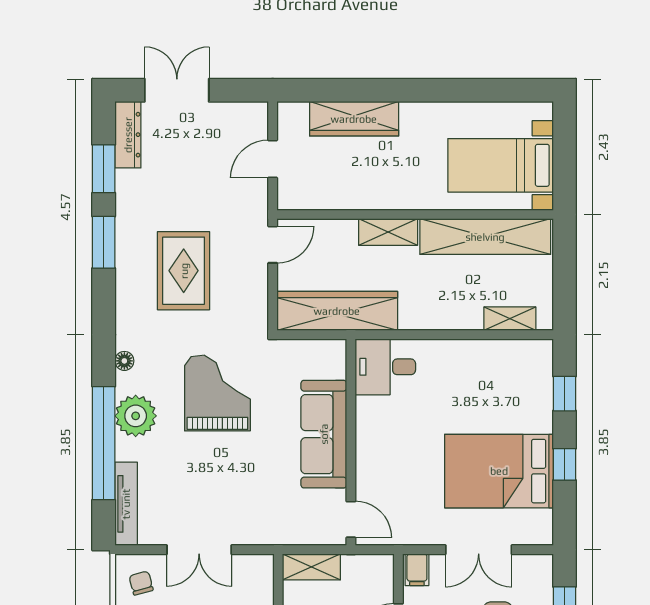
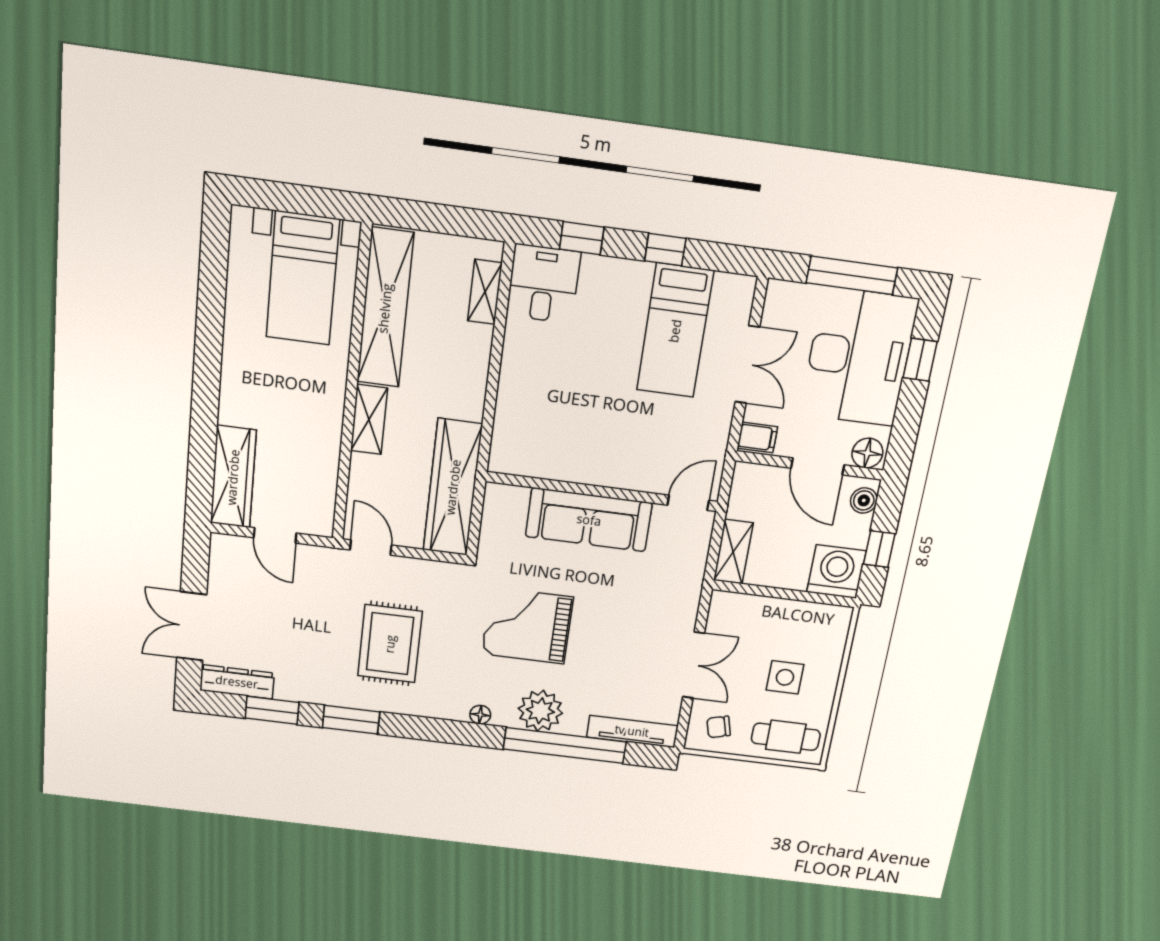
wardrobe: (354, 119) -> (233, 477), moved
rug: (184, 271) -> (390, 644), turned 90
desk: (385, 367) -> (543, 284), moved, turned 180
bed: (499, 471) -> (675, 331), width x0.67

